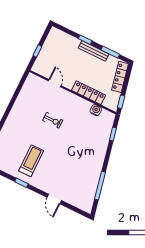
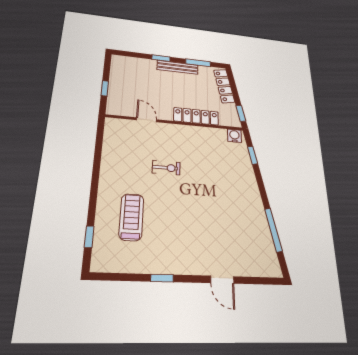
water cooler: (96, 110) -> (234, 136), moved
treadmill: (31, 161) -> (131, 217), moved

